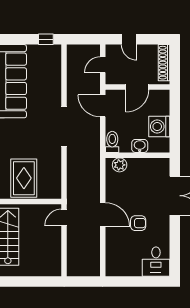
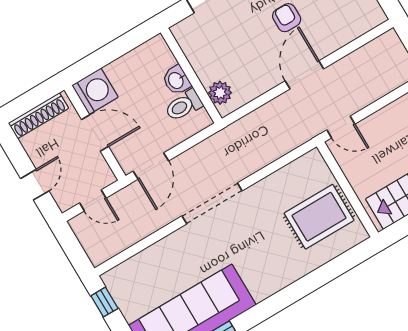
washing machine: (159, 127) -> (95, 91), moved, turned -90
toilet: (112, 142) -> (184, 105), moved

